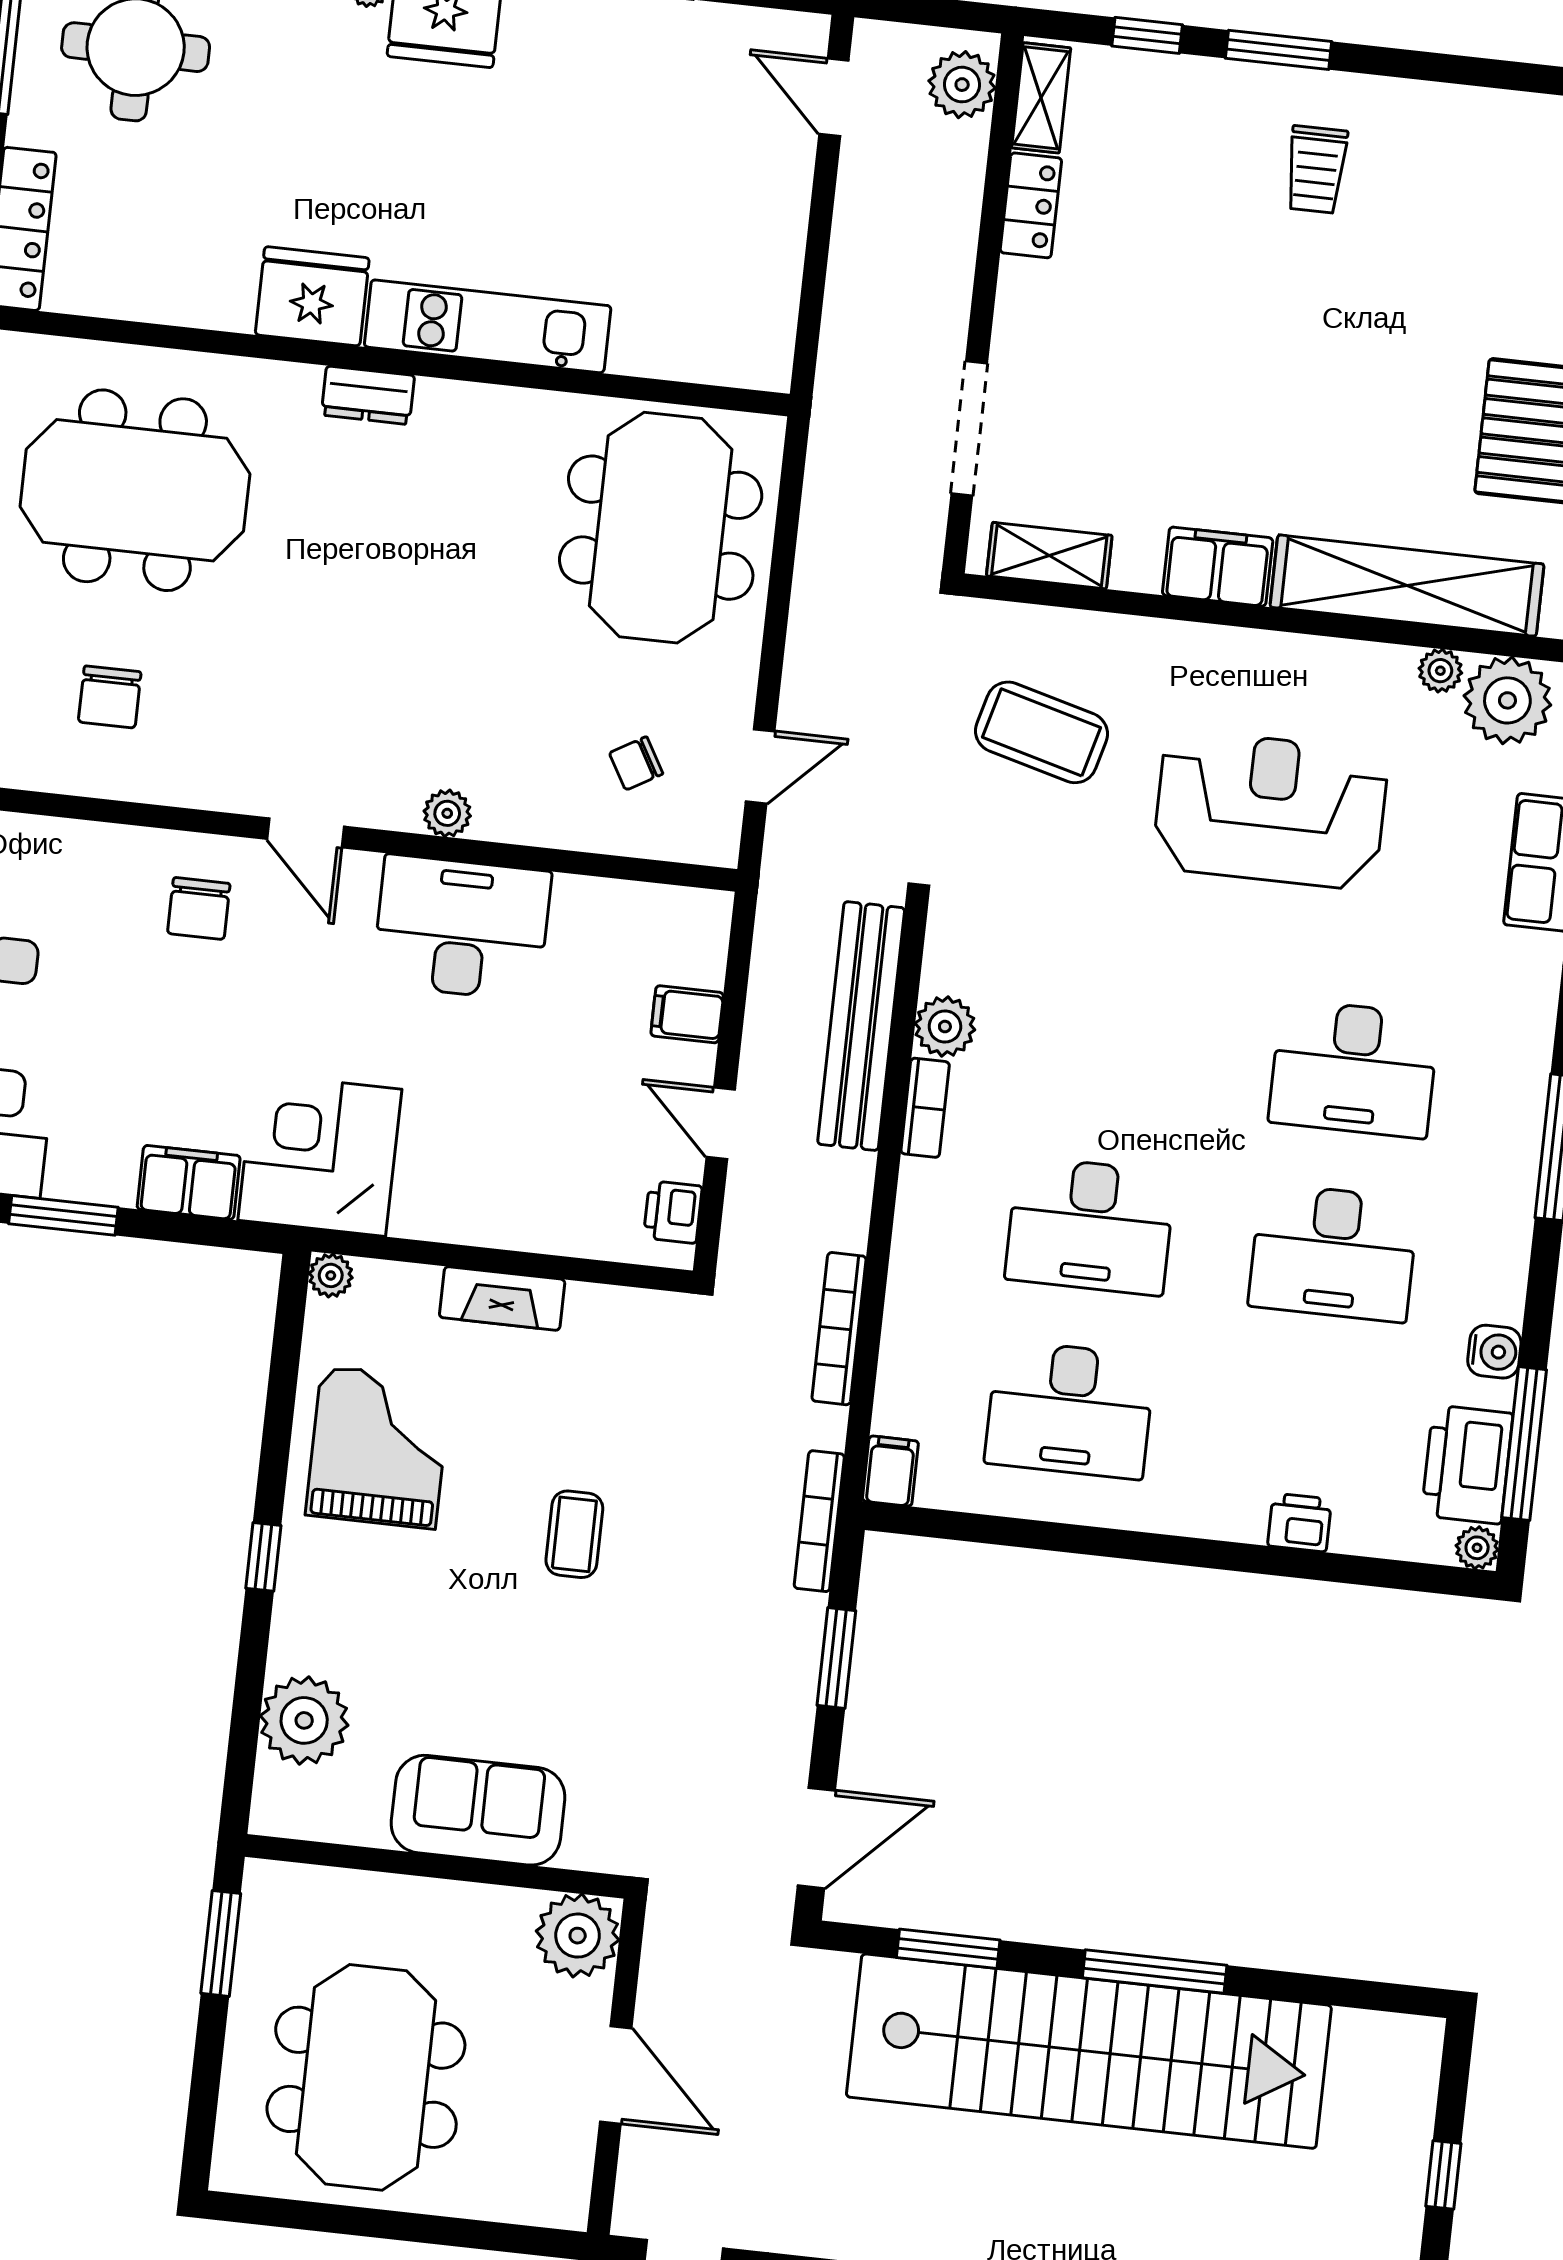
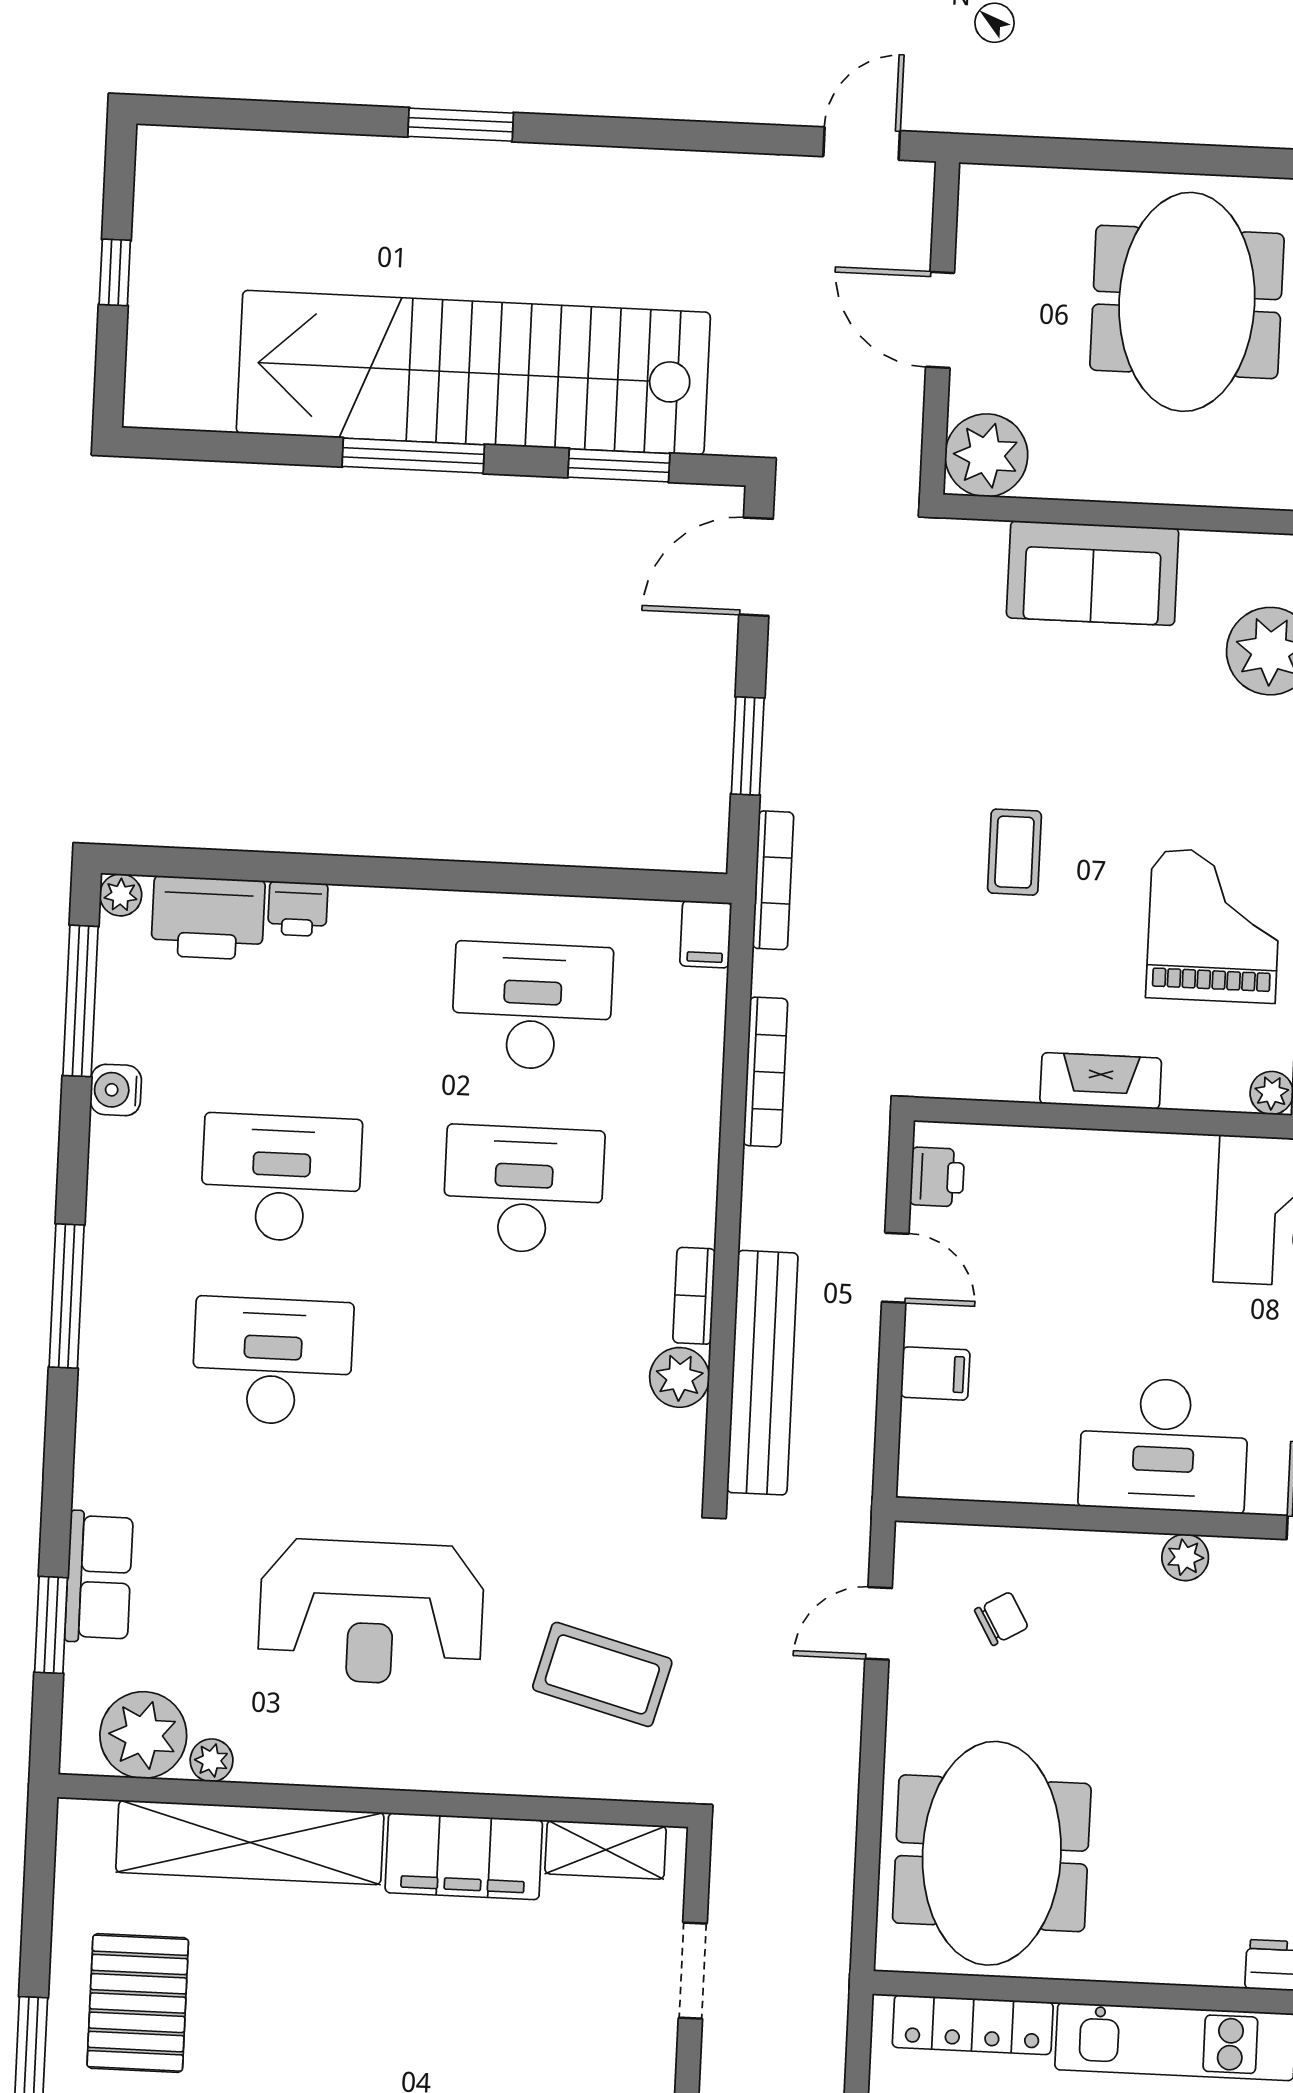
locker: (691, 356) -> (973, 2025), added
doorway: (969, 428) -> (693, 1971), width x0.73
filing cabinet: (1218, 567) -> (464, 1856), width x1.50, depth x1.17
grand piano: (378, 1447) -> (1214, 926), turned 180
printer: (1467, 1464) -> (208, 918), moved, turned 90

